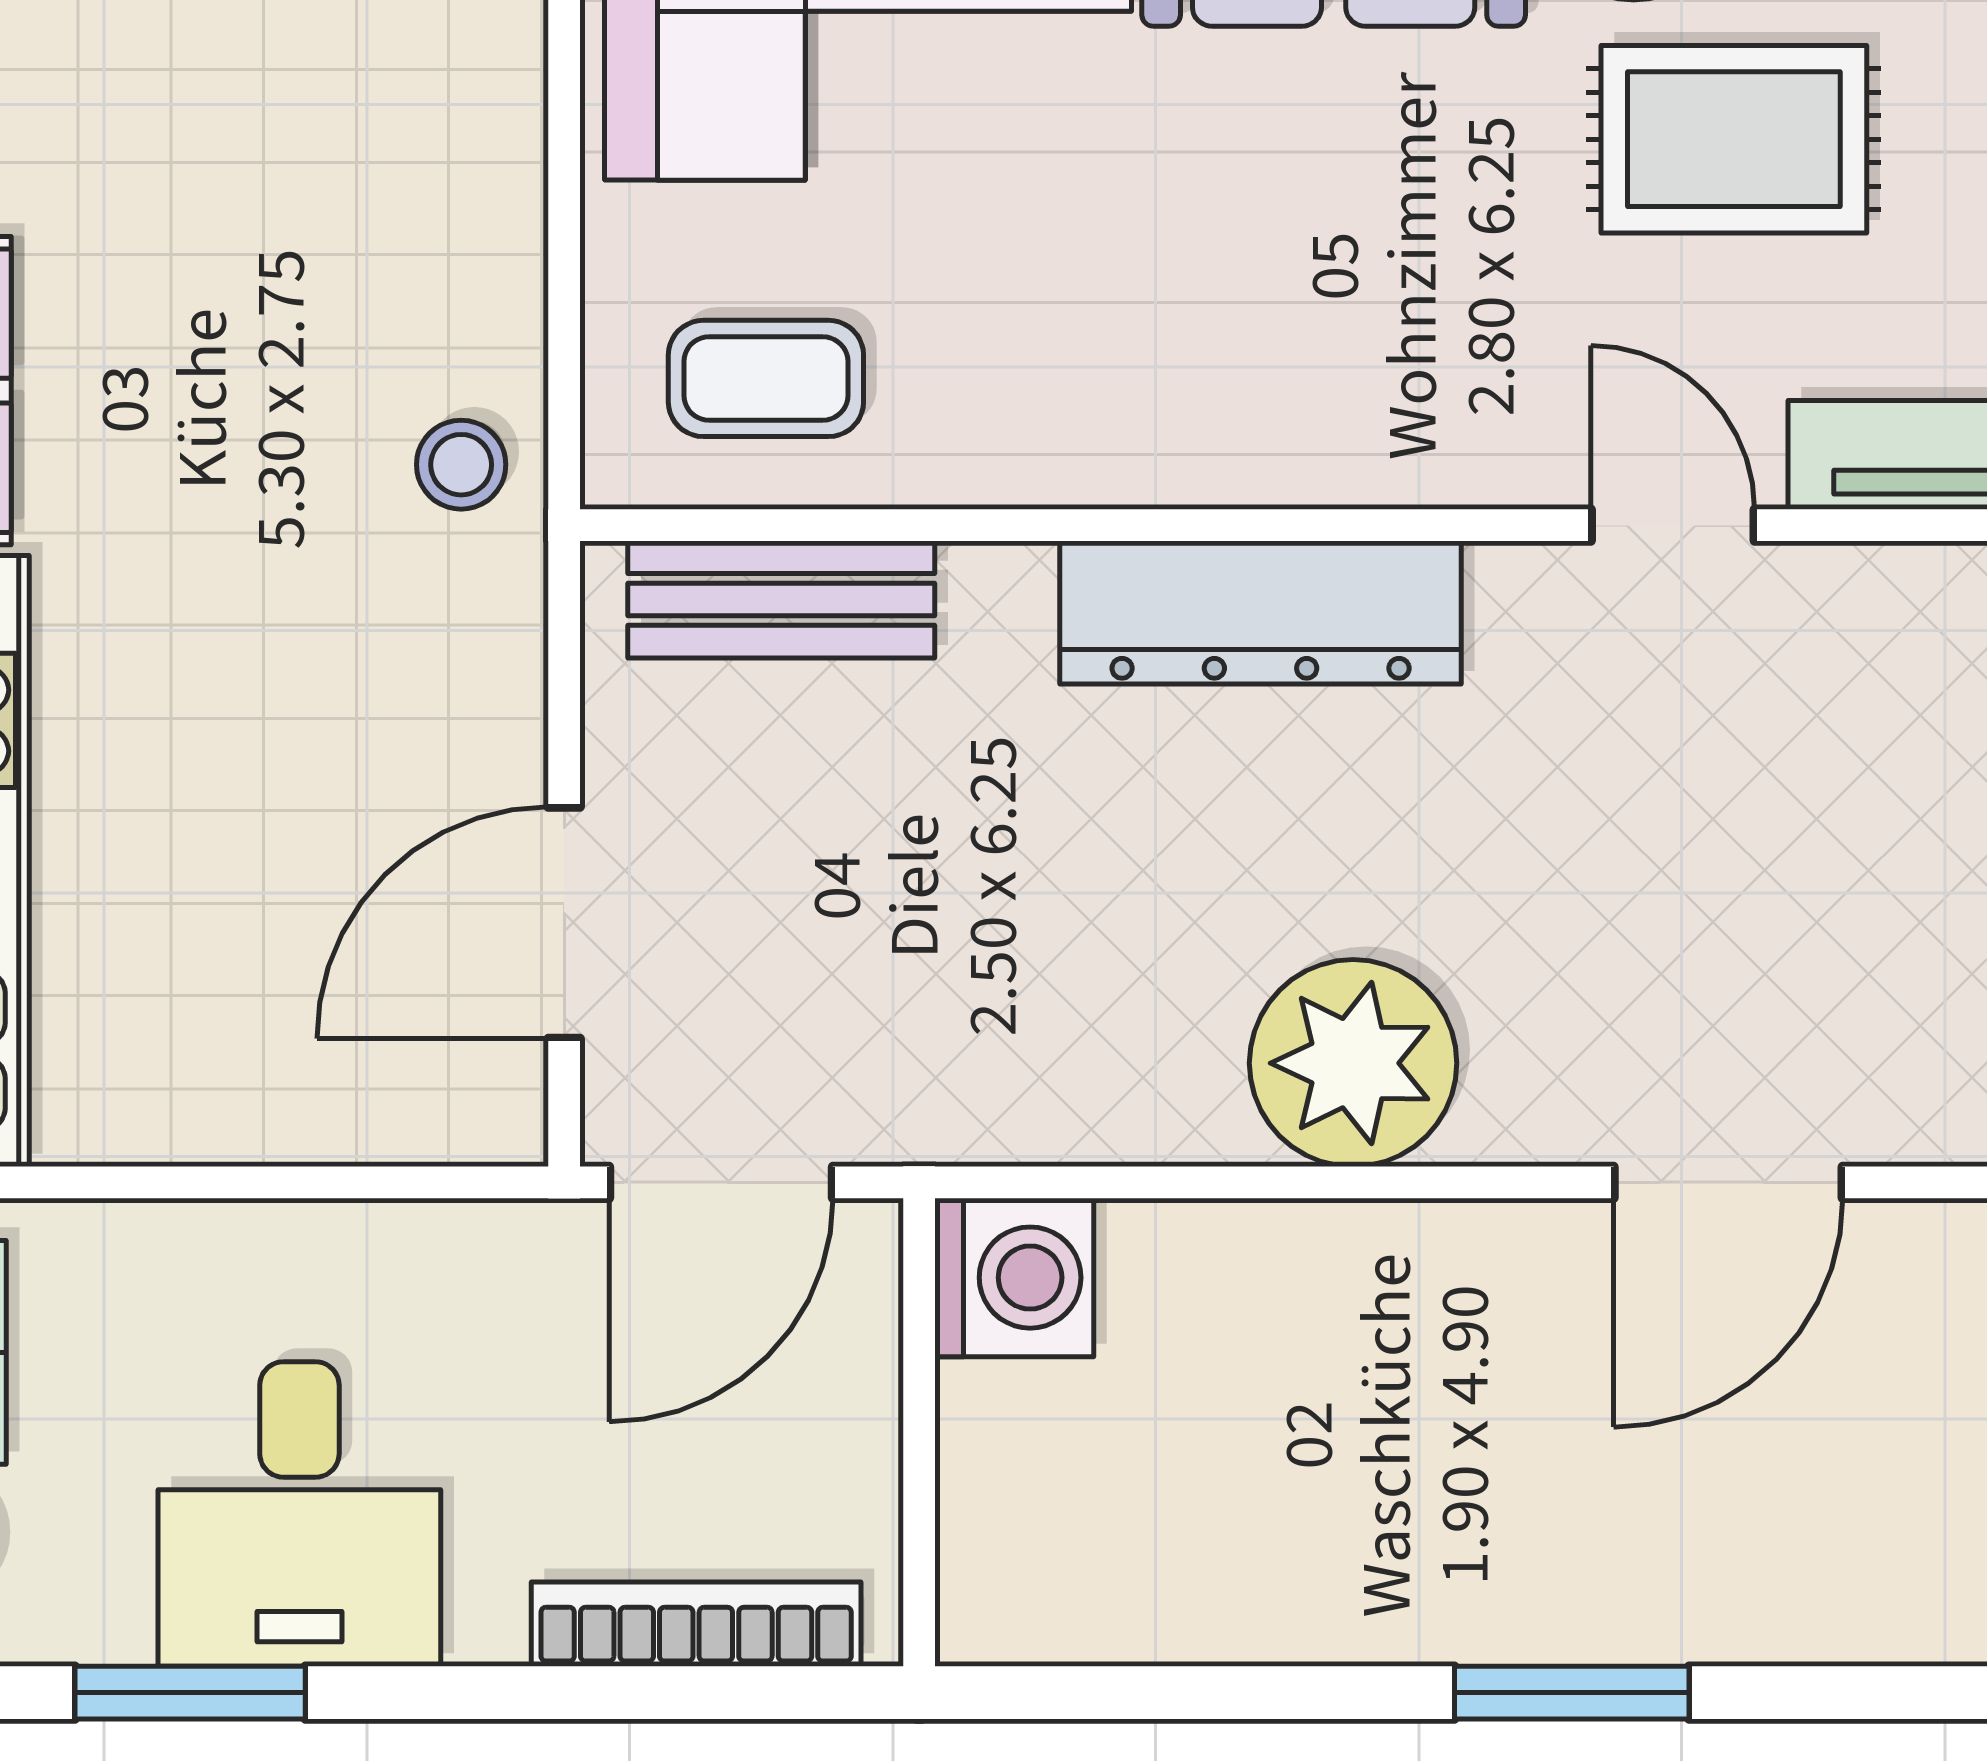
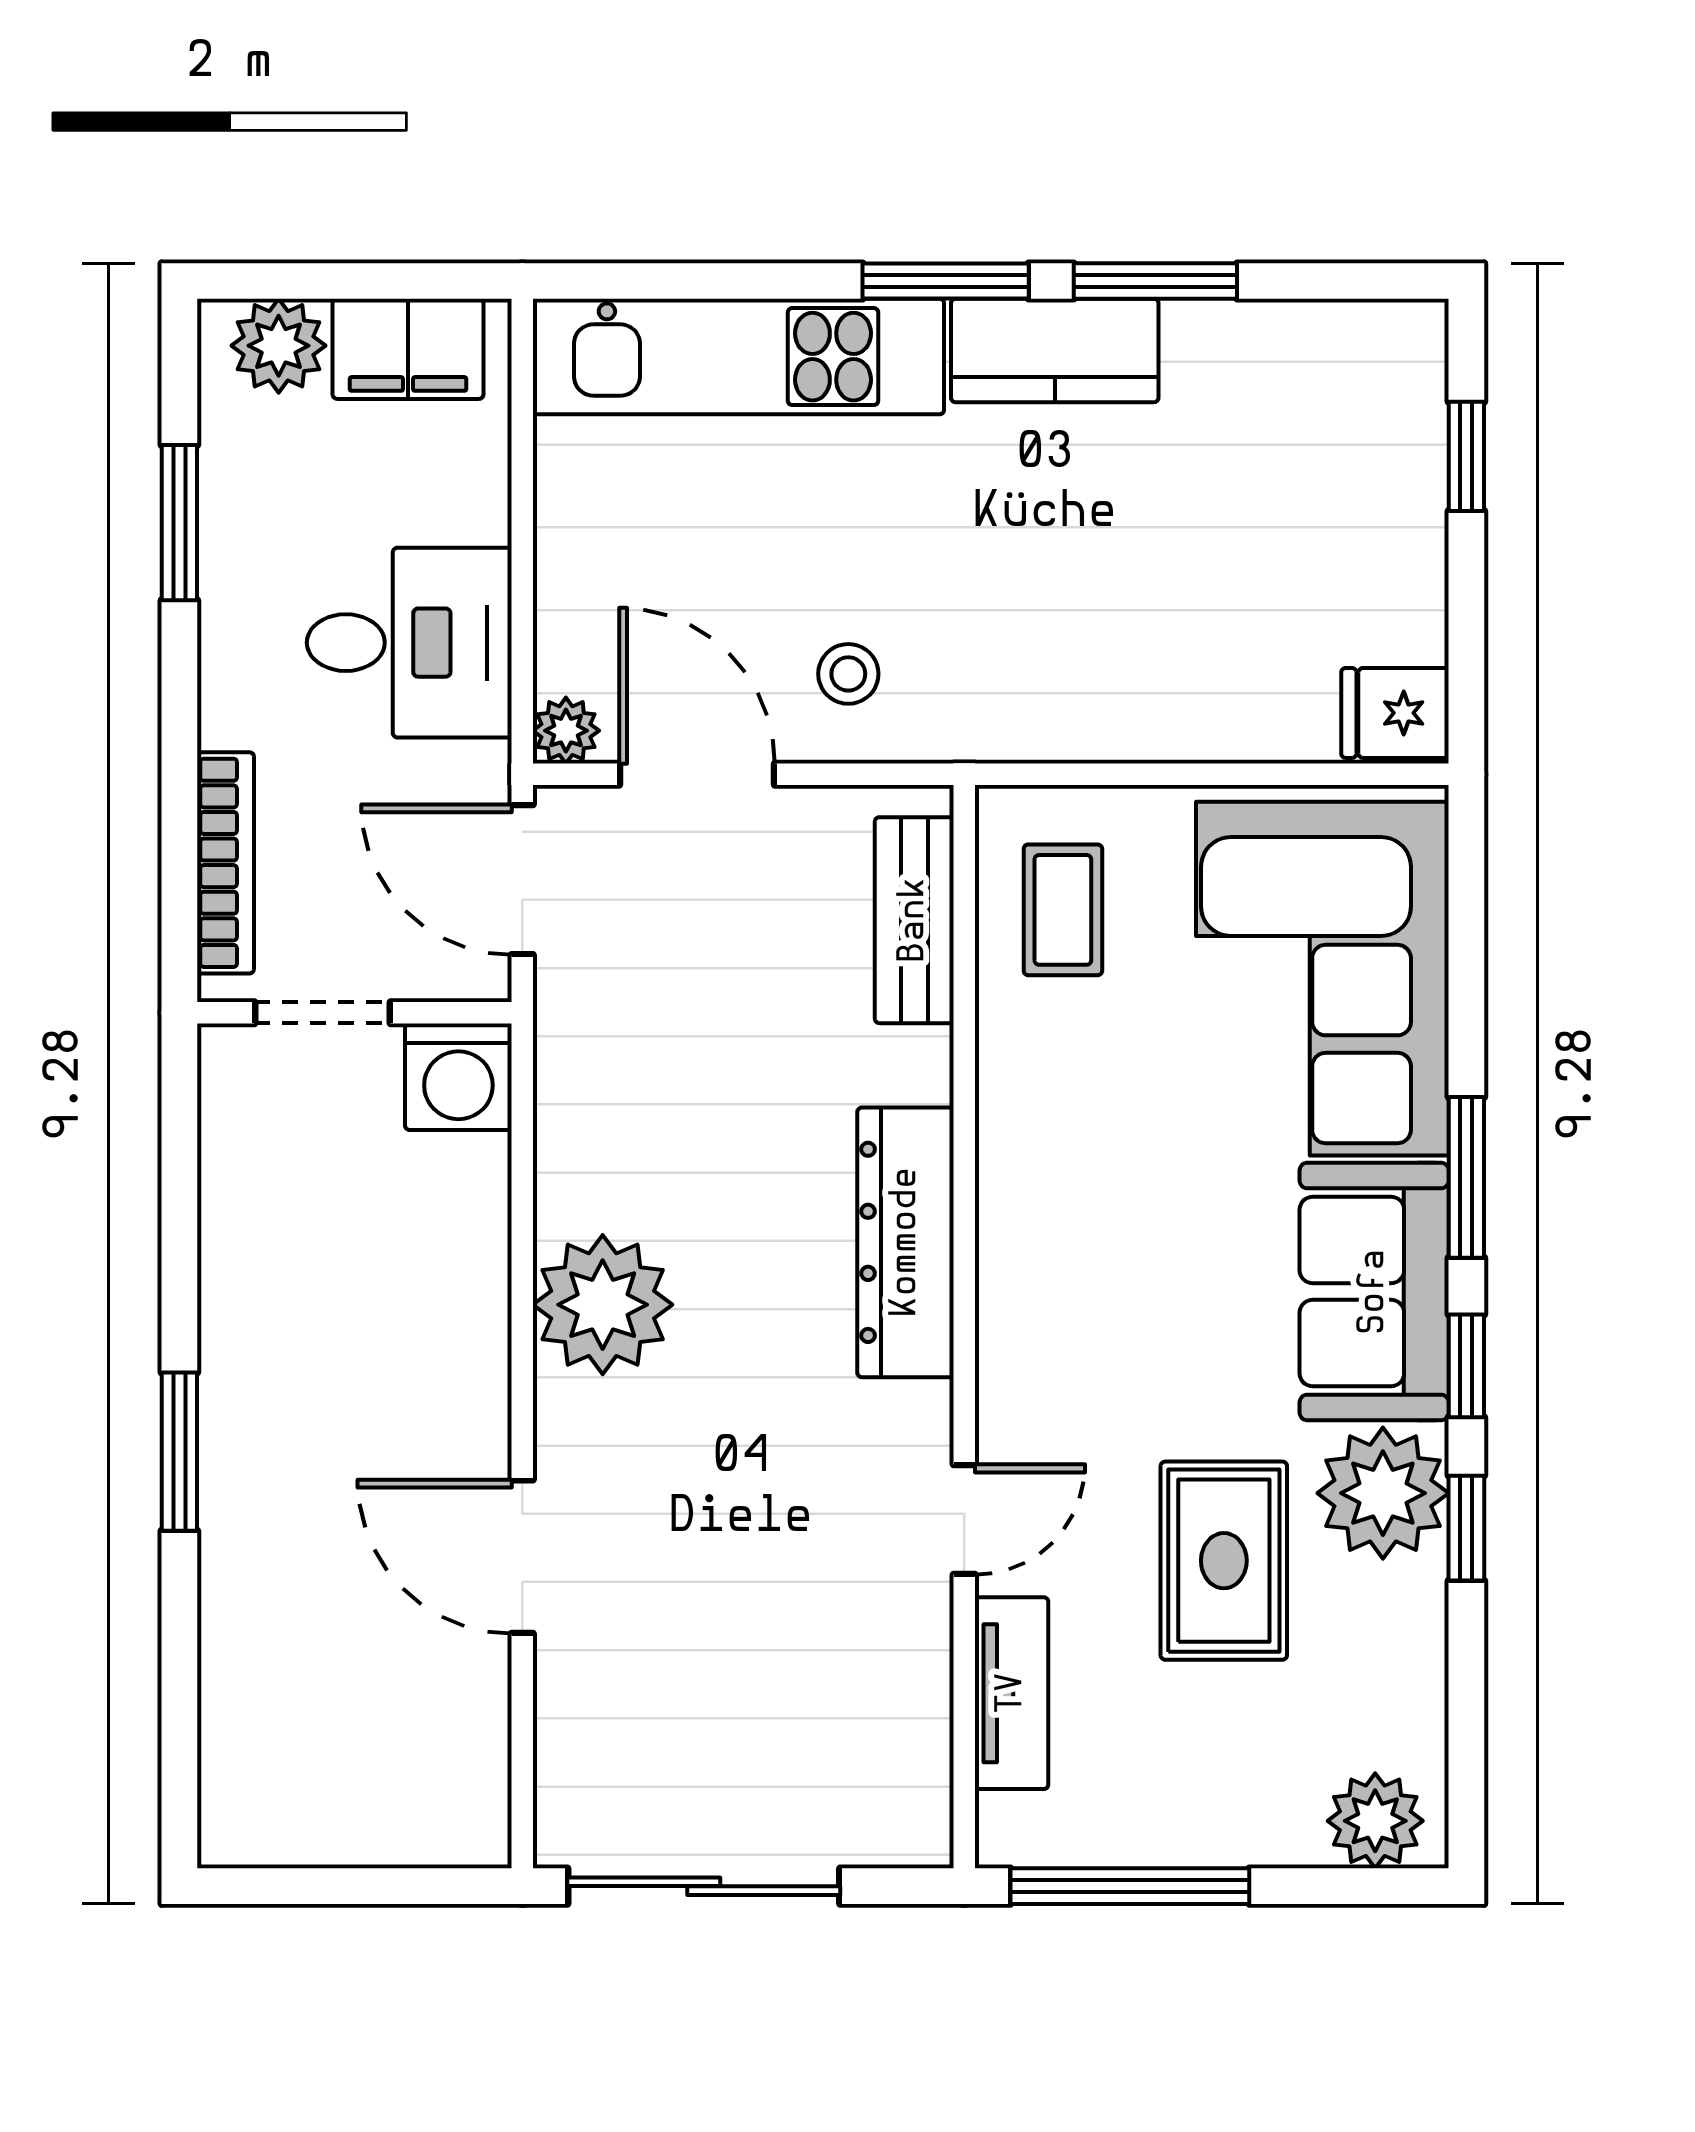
stool: (461, 465) -> (848, 674), moved
plant: (499, 1118) -> (566, 731), added
doorway: (919, 1480) -> (322, 1013), added
desk: (299, 1514) -> (409, 643), moved, turned 180

